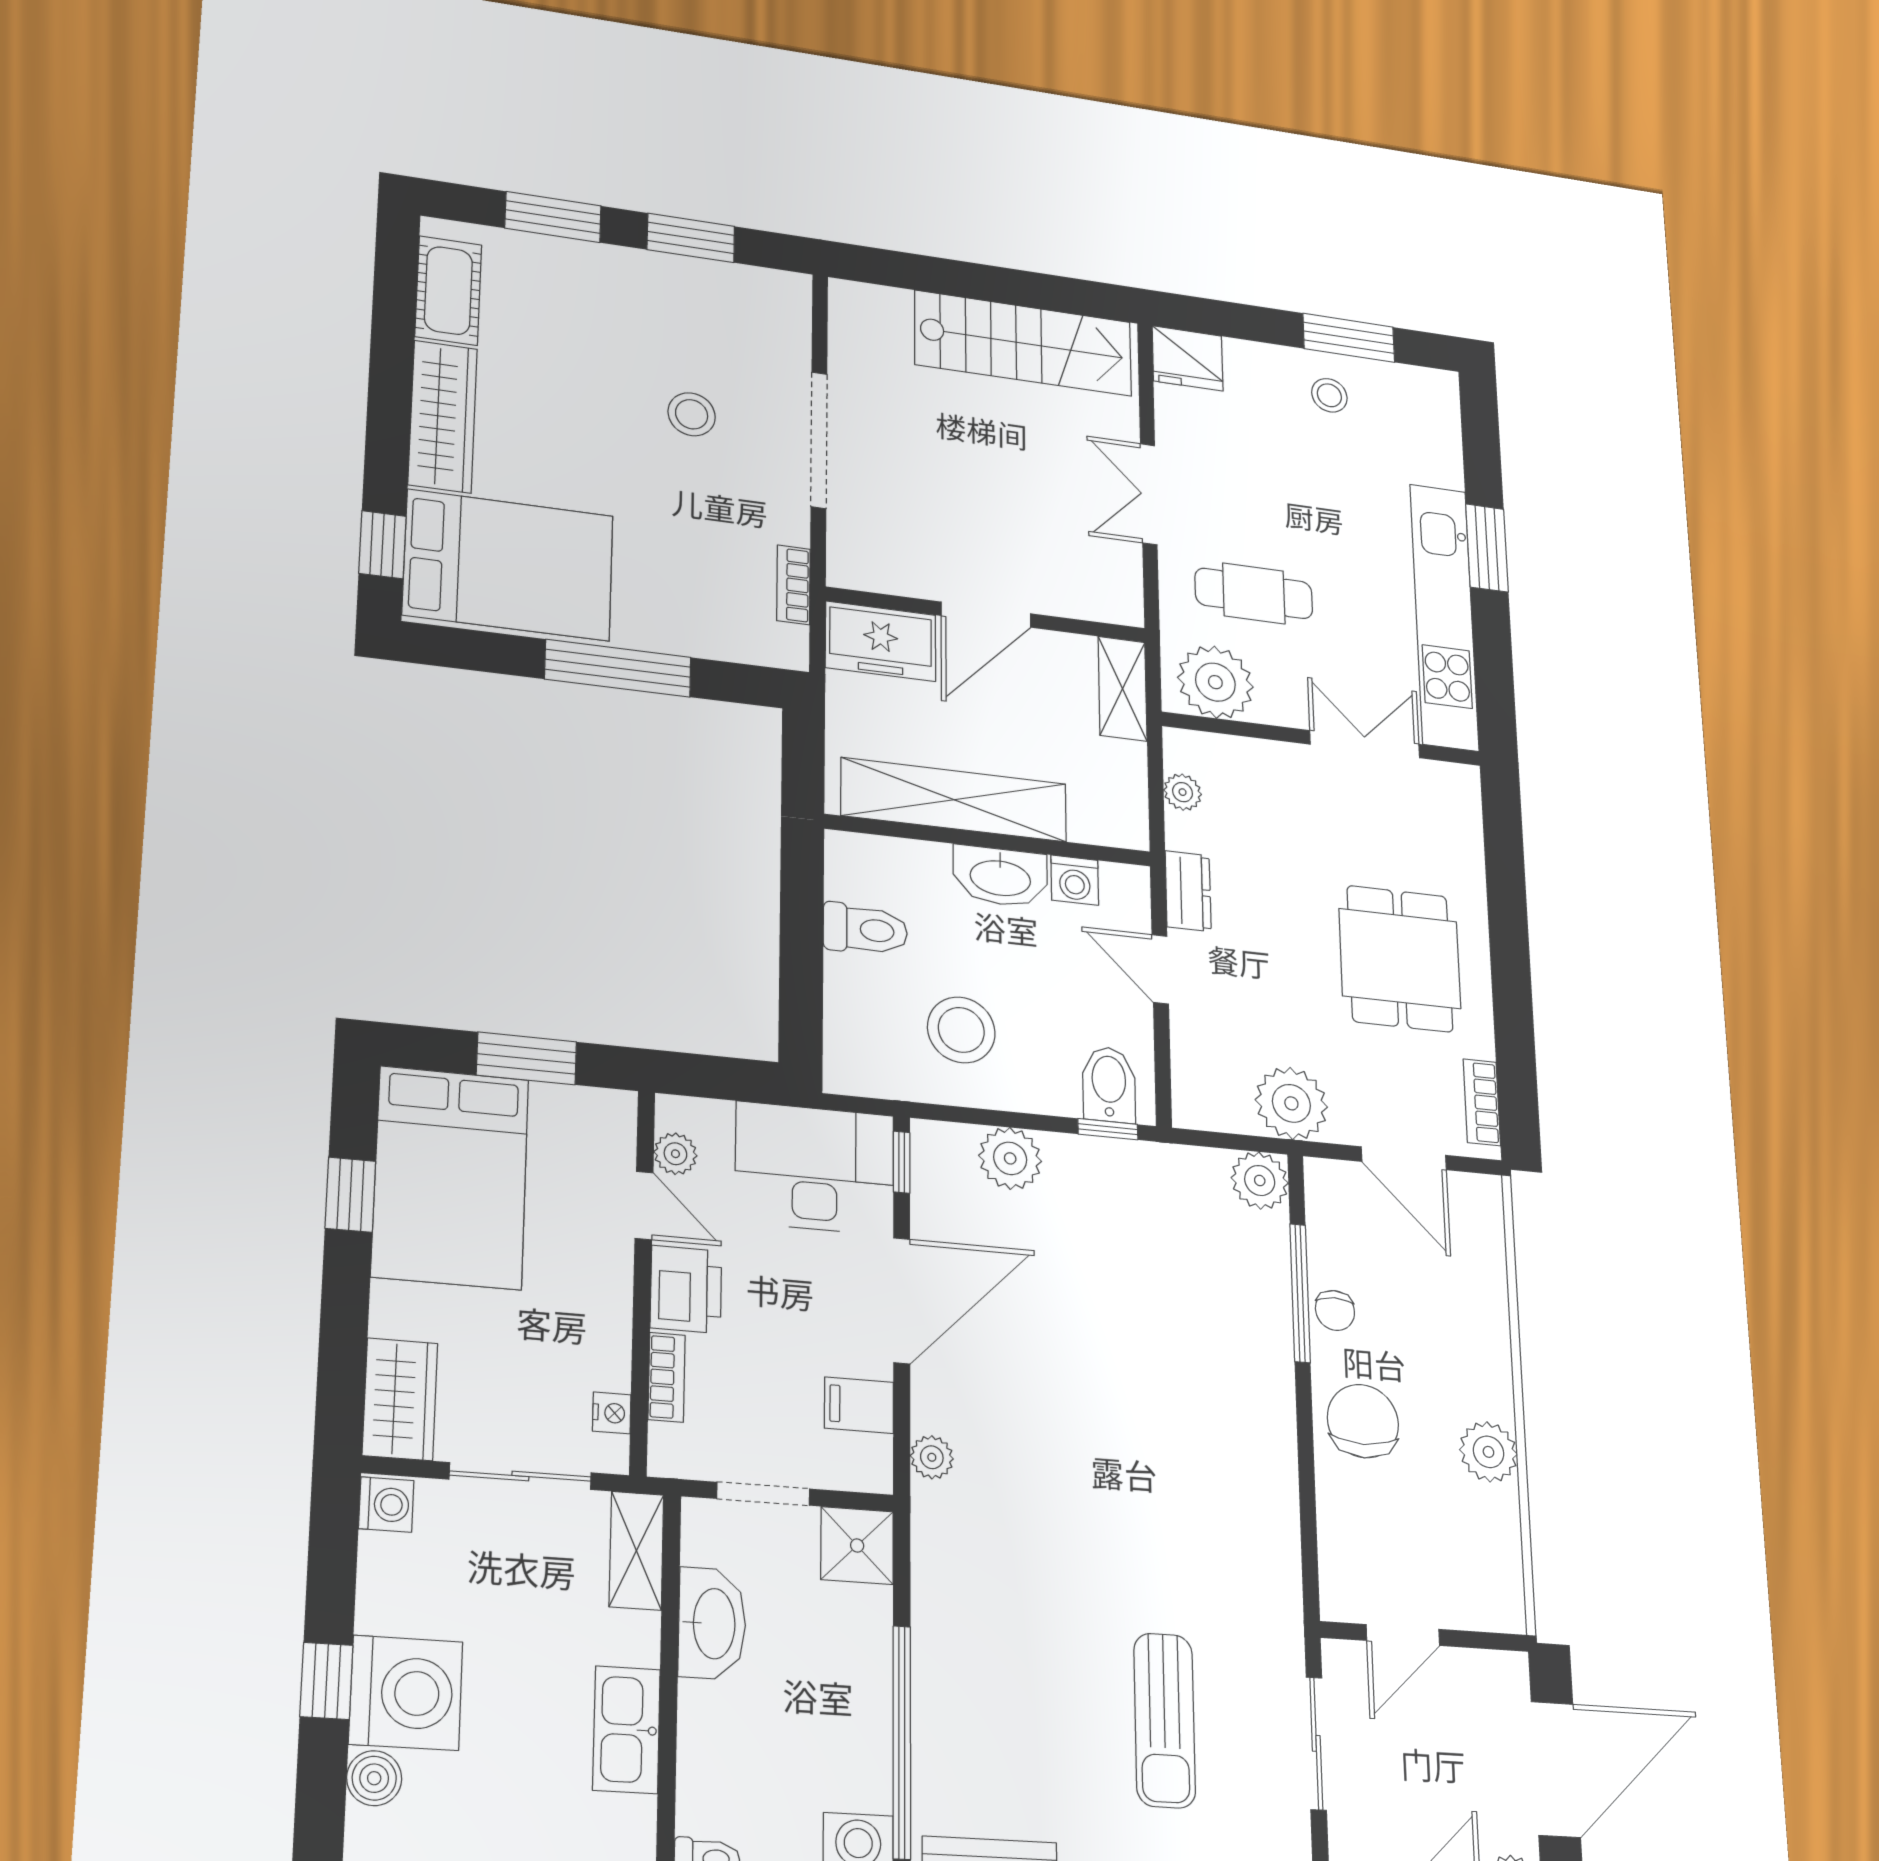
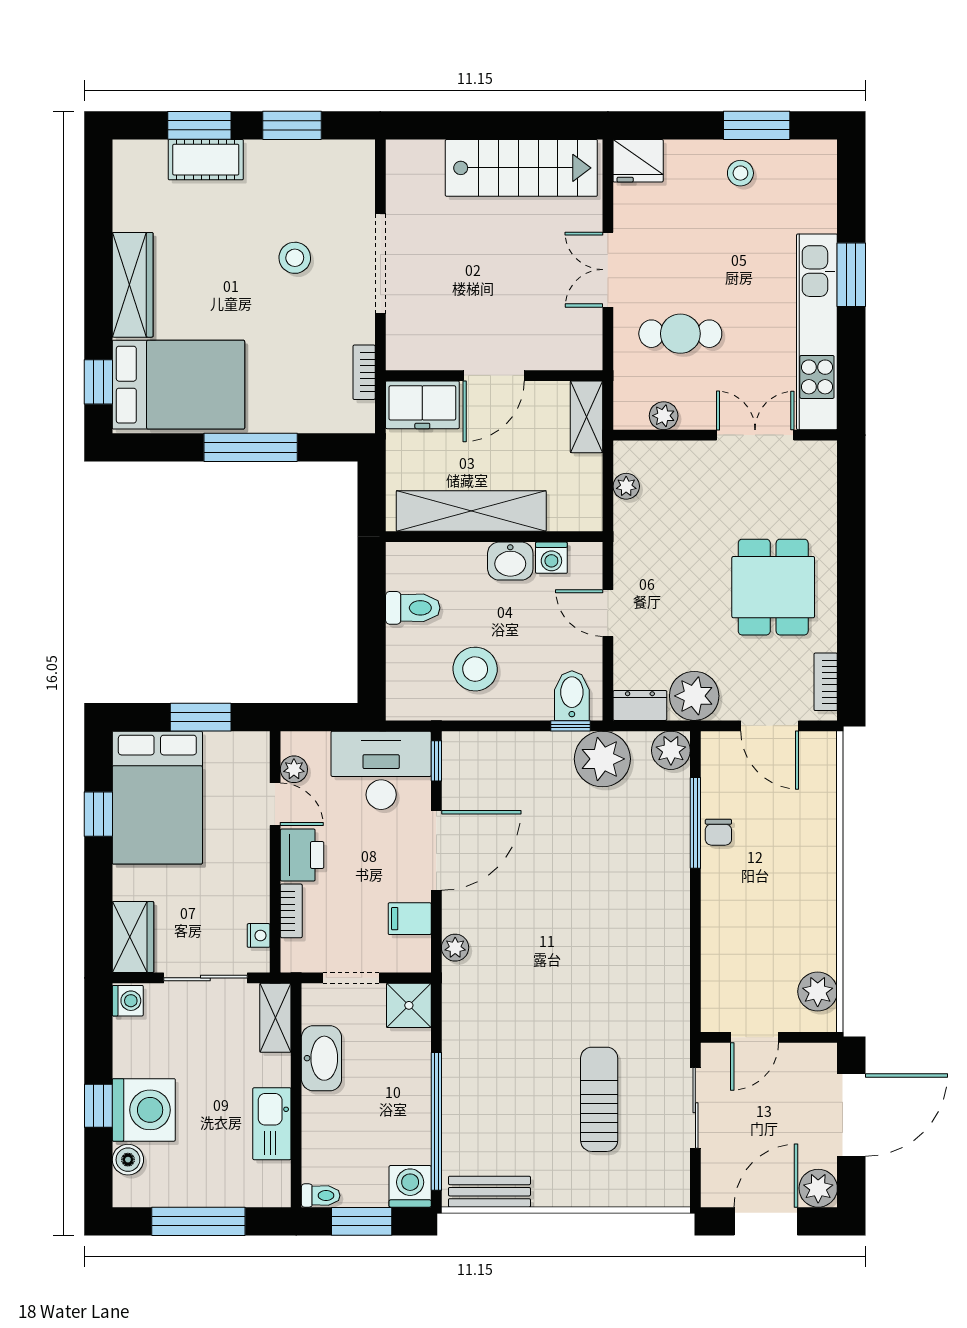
cot: (448, 291) -> (206, 160), moved, turned 90
plant: (1215, 682) -> (664, 416), width x0.53, depth x0.53
washbasin: (1000, 877) -> (510, 561), width x0.72
dresser: (1188, 891) -> (640, 705), moved, turned -90
plant: (1010, 1158) -> (602, 759), moved, width x1.36, depth x1.36
chair: (1363, 1421) -> (734, 903), removed
plant: (1488, 1452) -> (818, 992), moved
sun lounger: (1165, 1720) -> (599, 1099), turned 180

